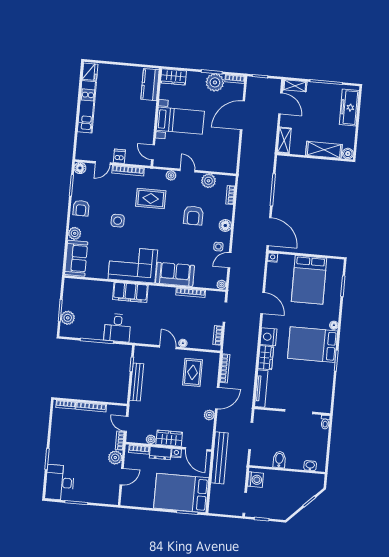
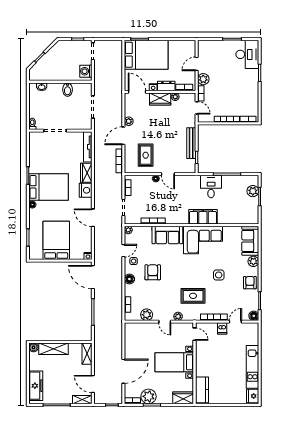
armchair: (193, 215) -> (153, 272), moved
bench: (220, 458) -> (117, 87), removed

